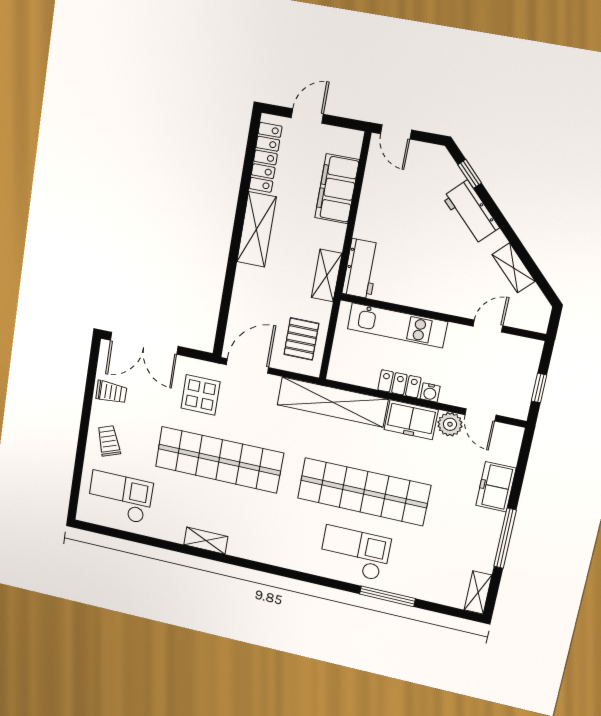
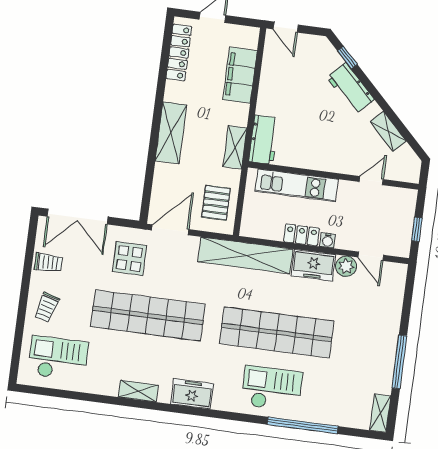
shelving: (256, 229) -> (171, 133), moved
trolley: (109, 441) -> (47, 307), turned -144
freezer: (496, 487) -> (192, 394), moved, turned 90
window: (387, 596) -> (303, 425), width x1.46

